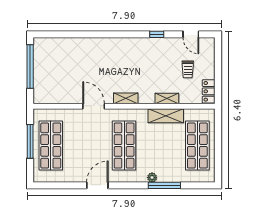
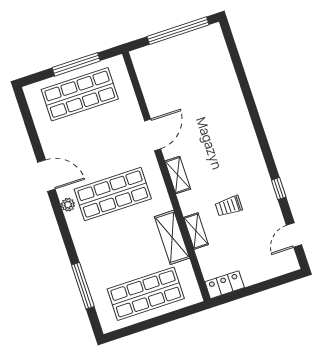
trolley: (188, 69) -> (229, 206), moved
plant: (152, 178) -> (68, 205), moved
window: (164, 185) -> (83, 286), moved

